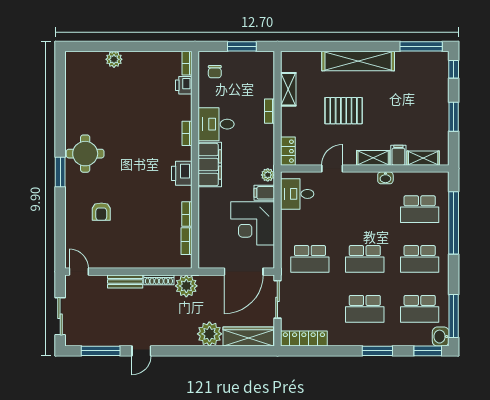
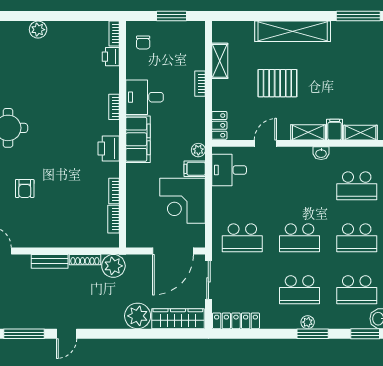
plant: (373, 340) -> (308, 322), added

